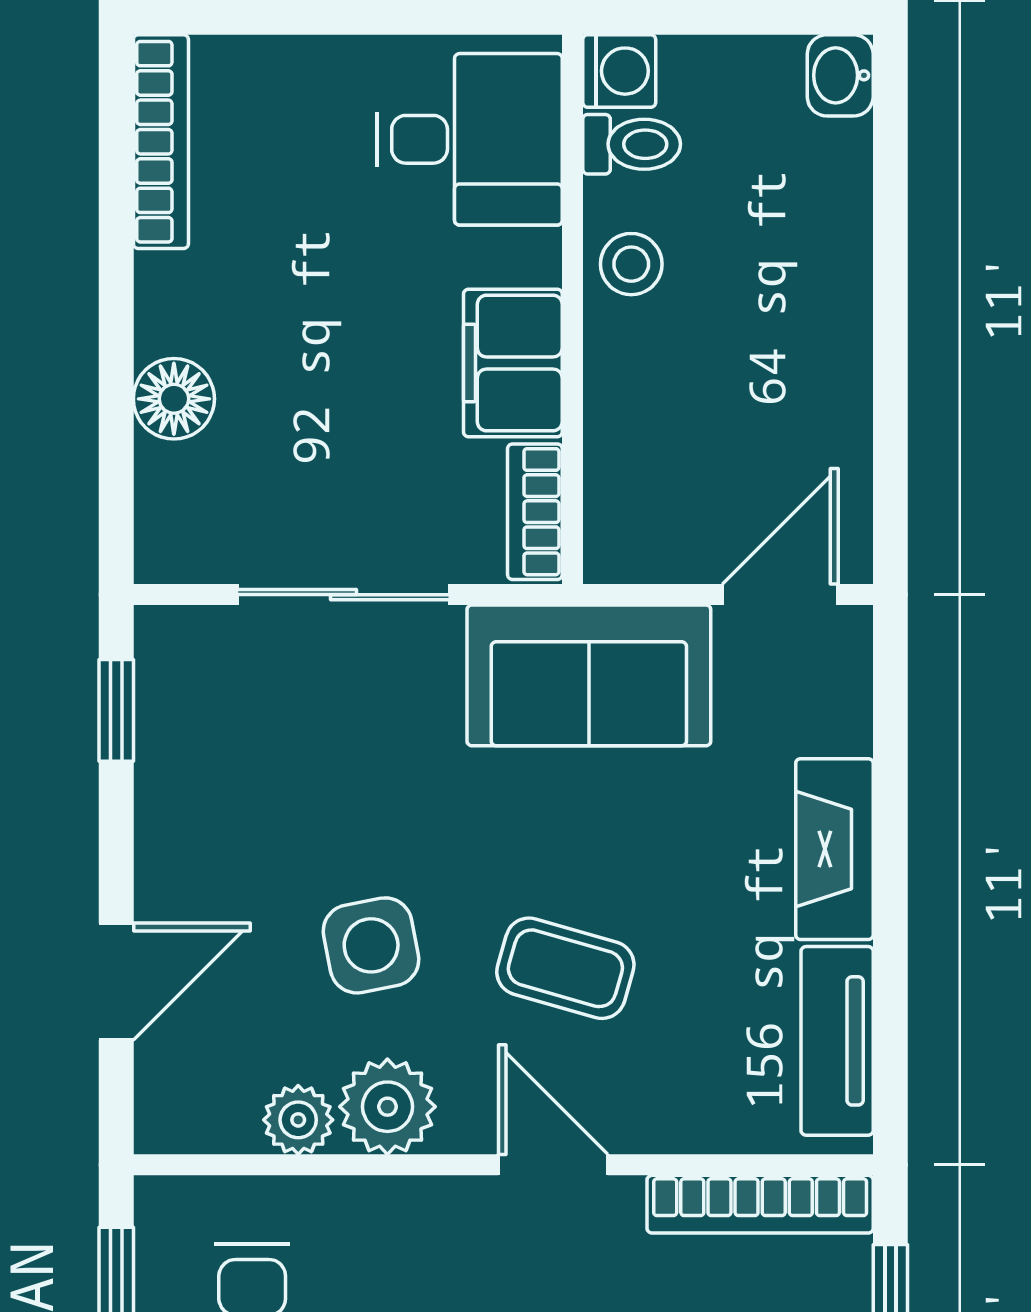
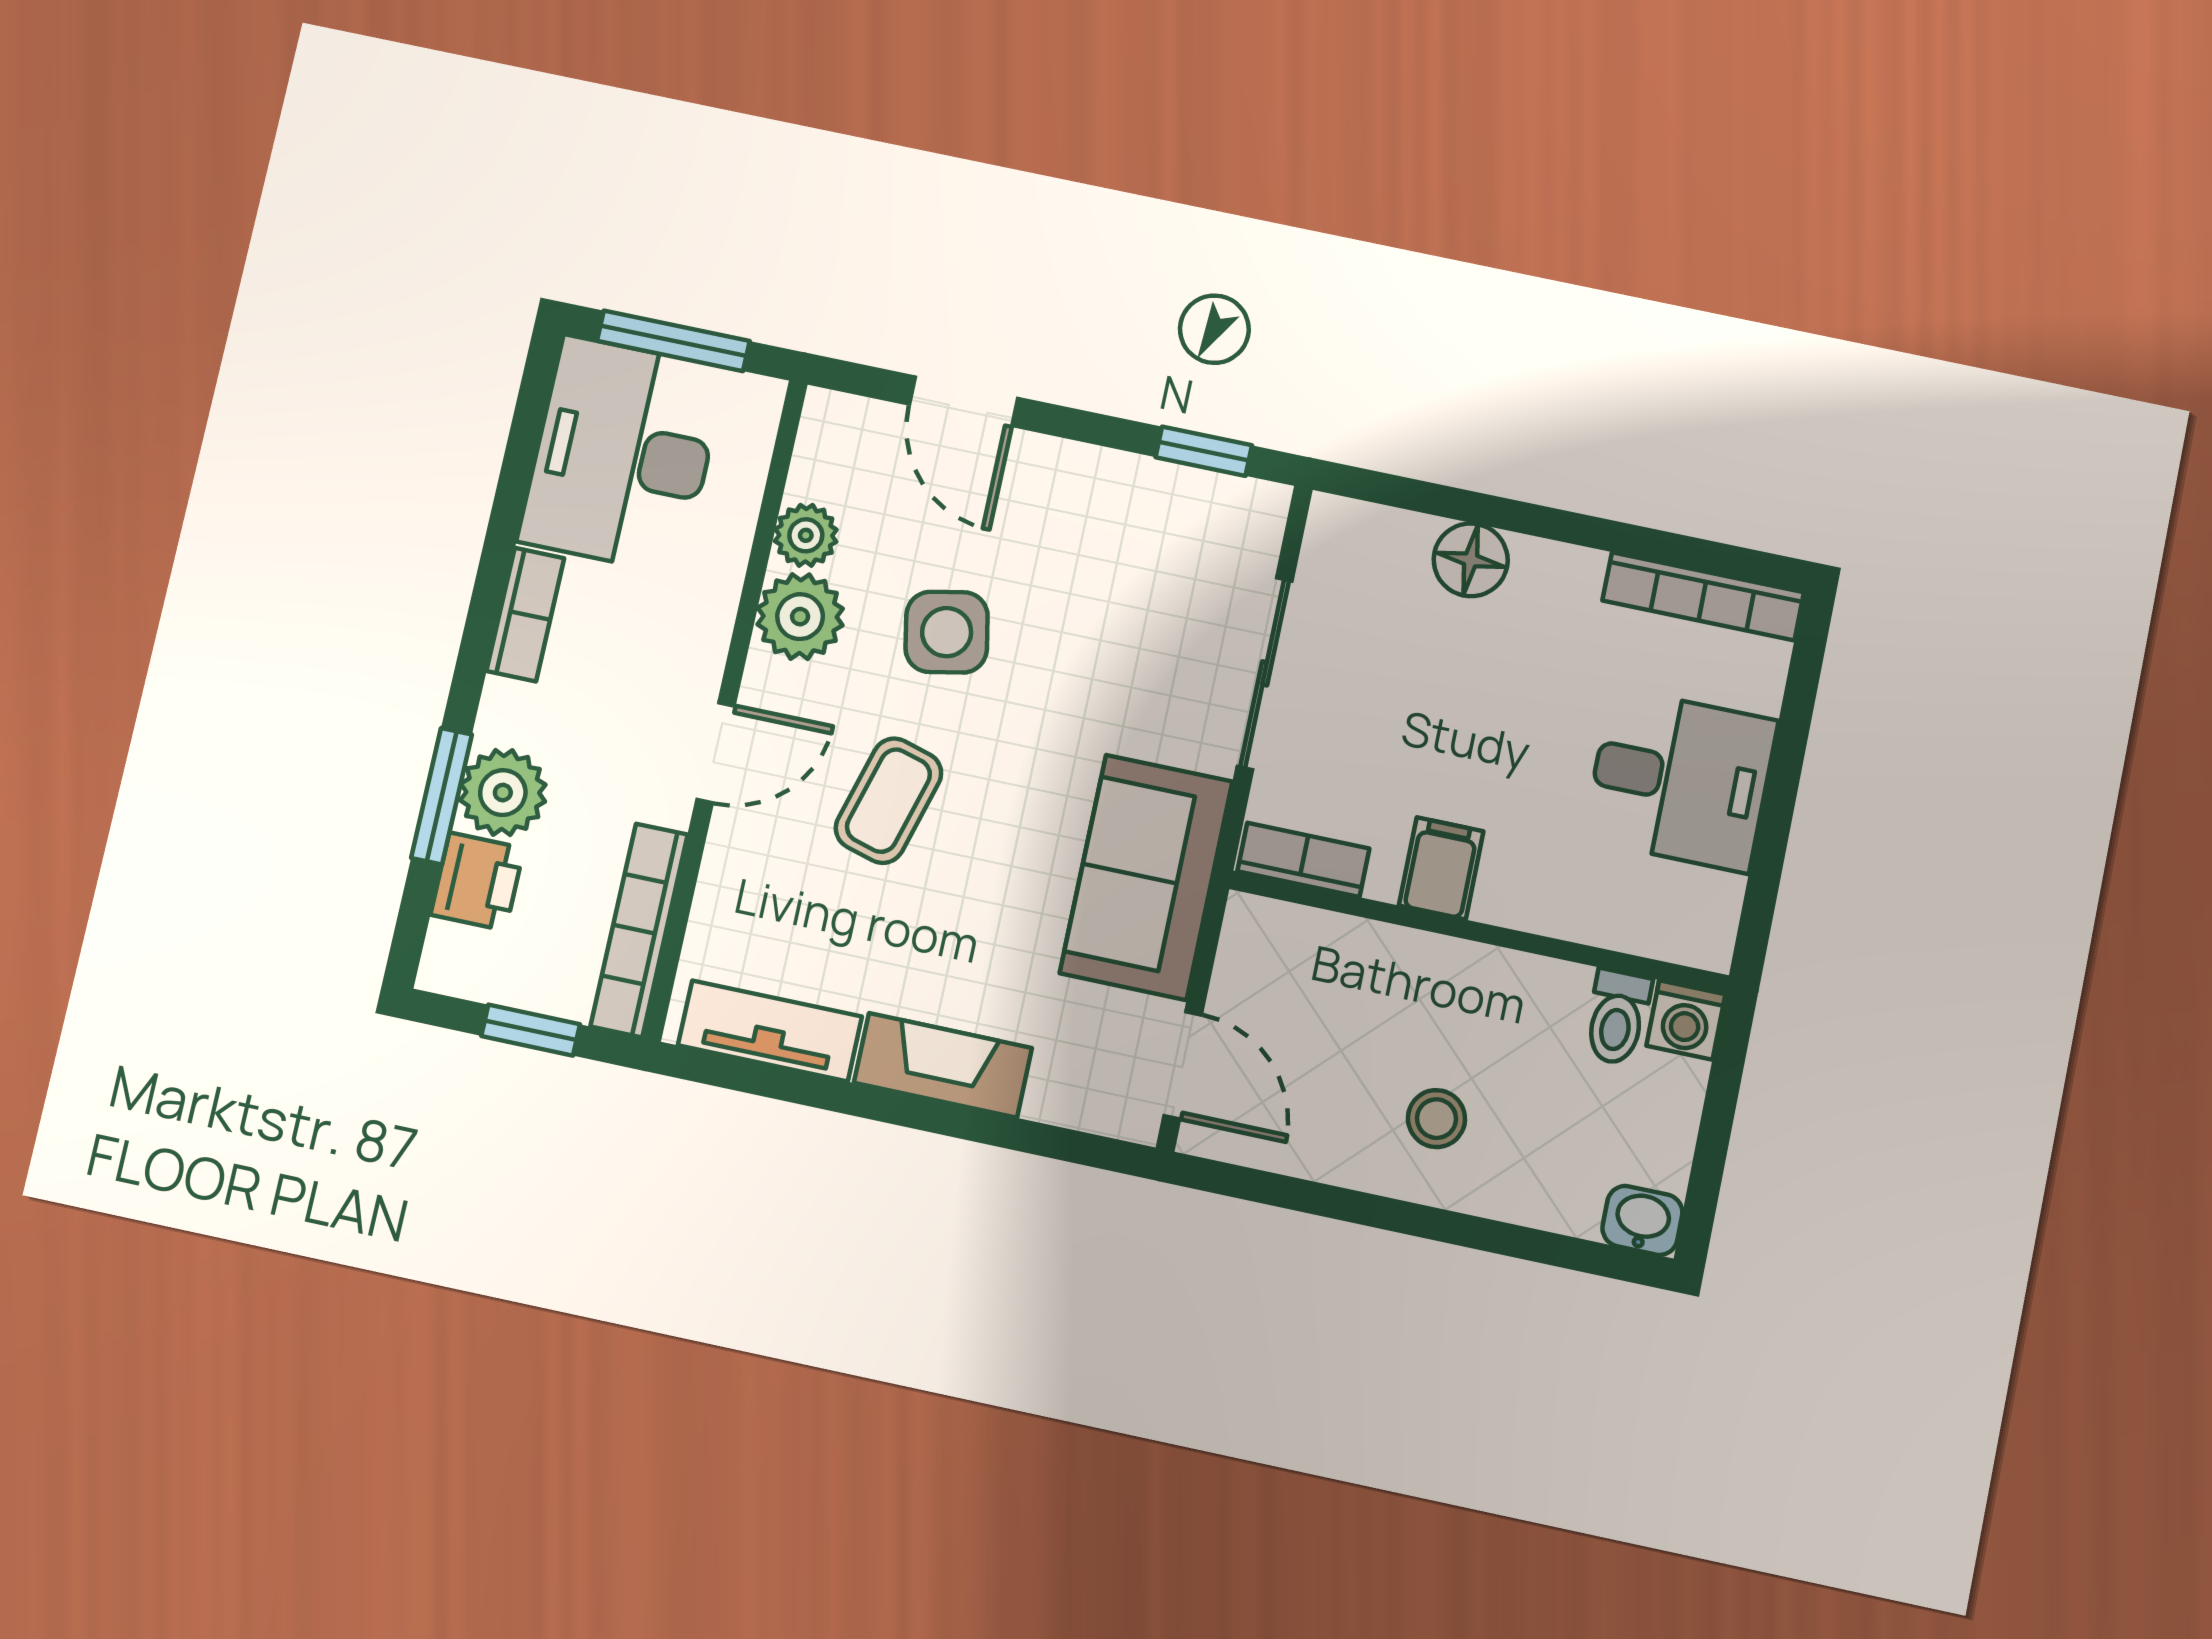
desk: (470, 139) -> (1680, 780), moved, turned -90
stool: (631, 264) -> (1436, 1119), moved
filing cabinet: (513, 363) -> (1441, 868), width x0.50

